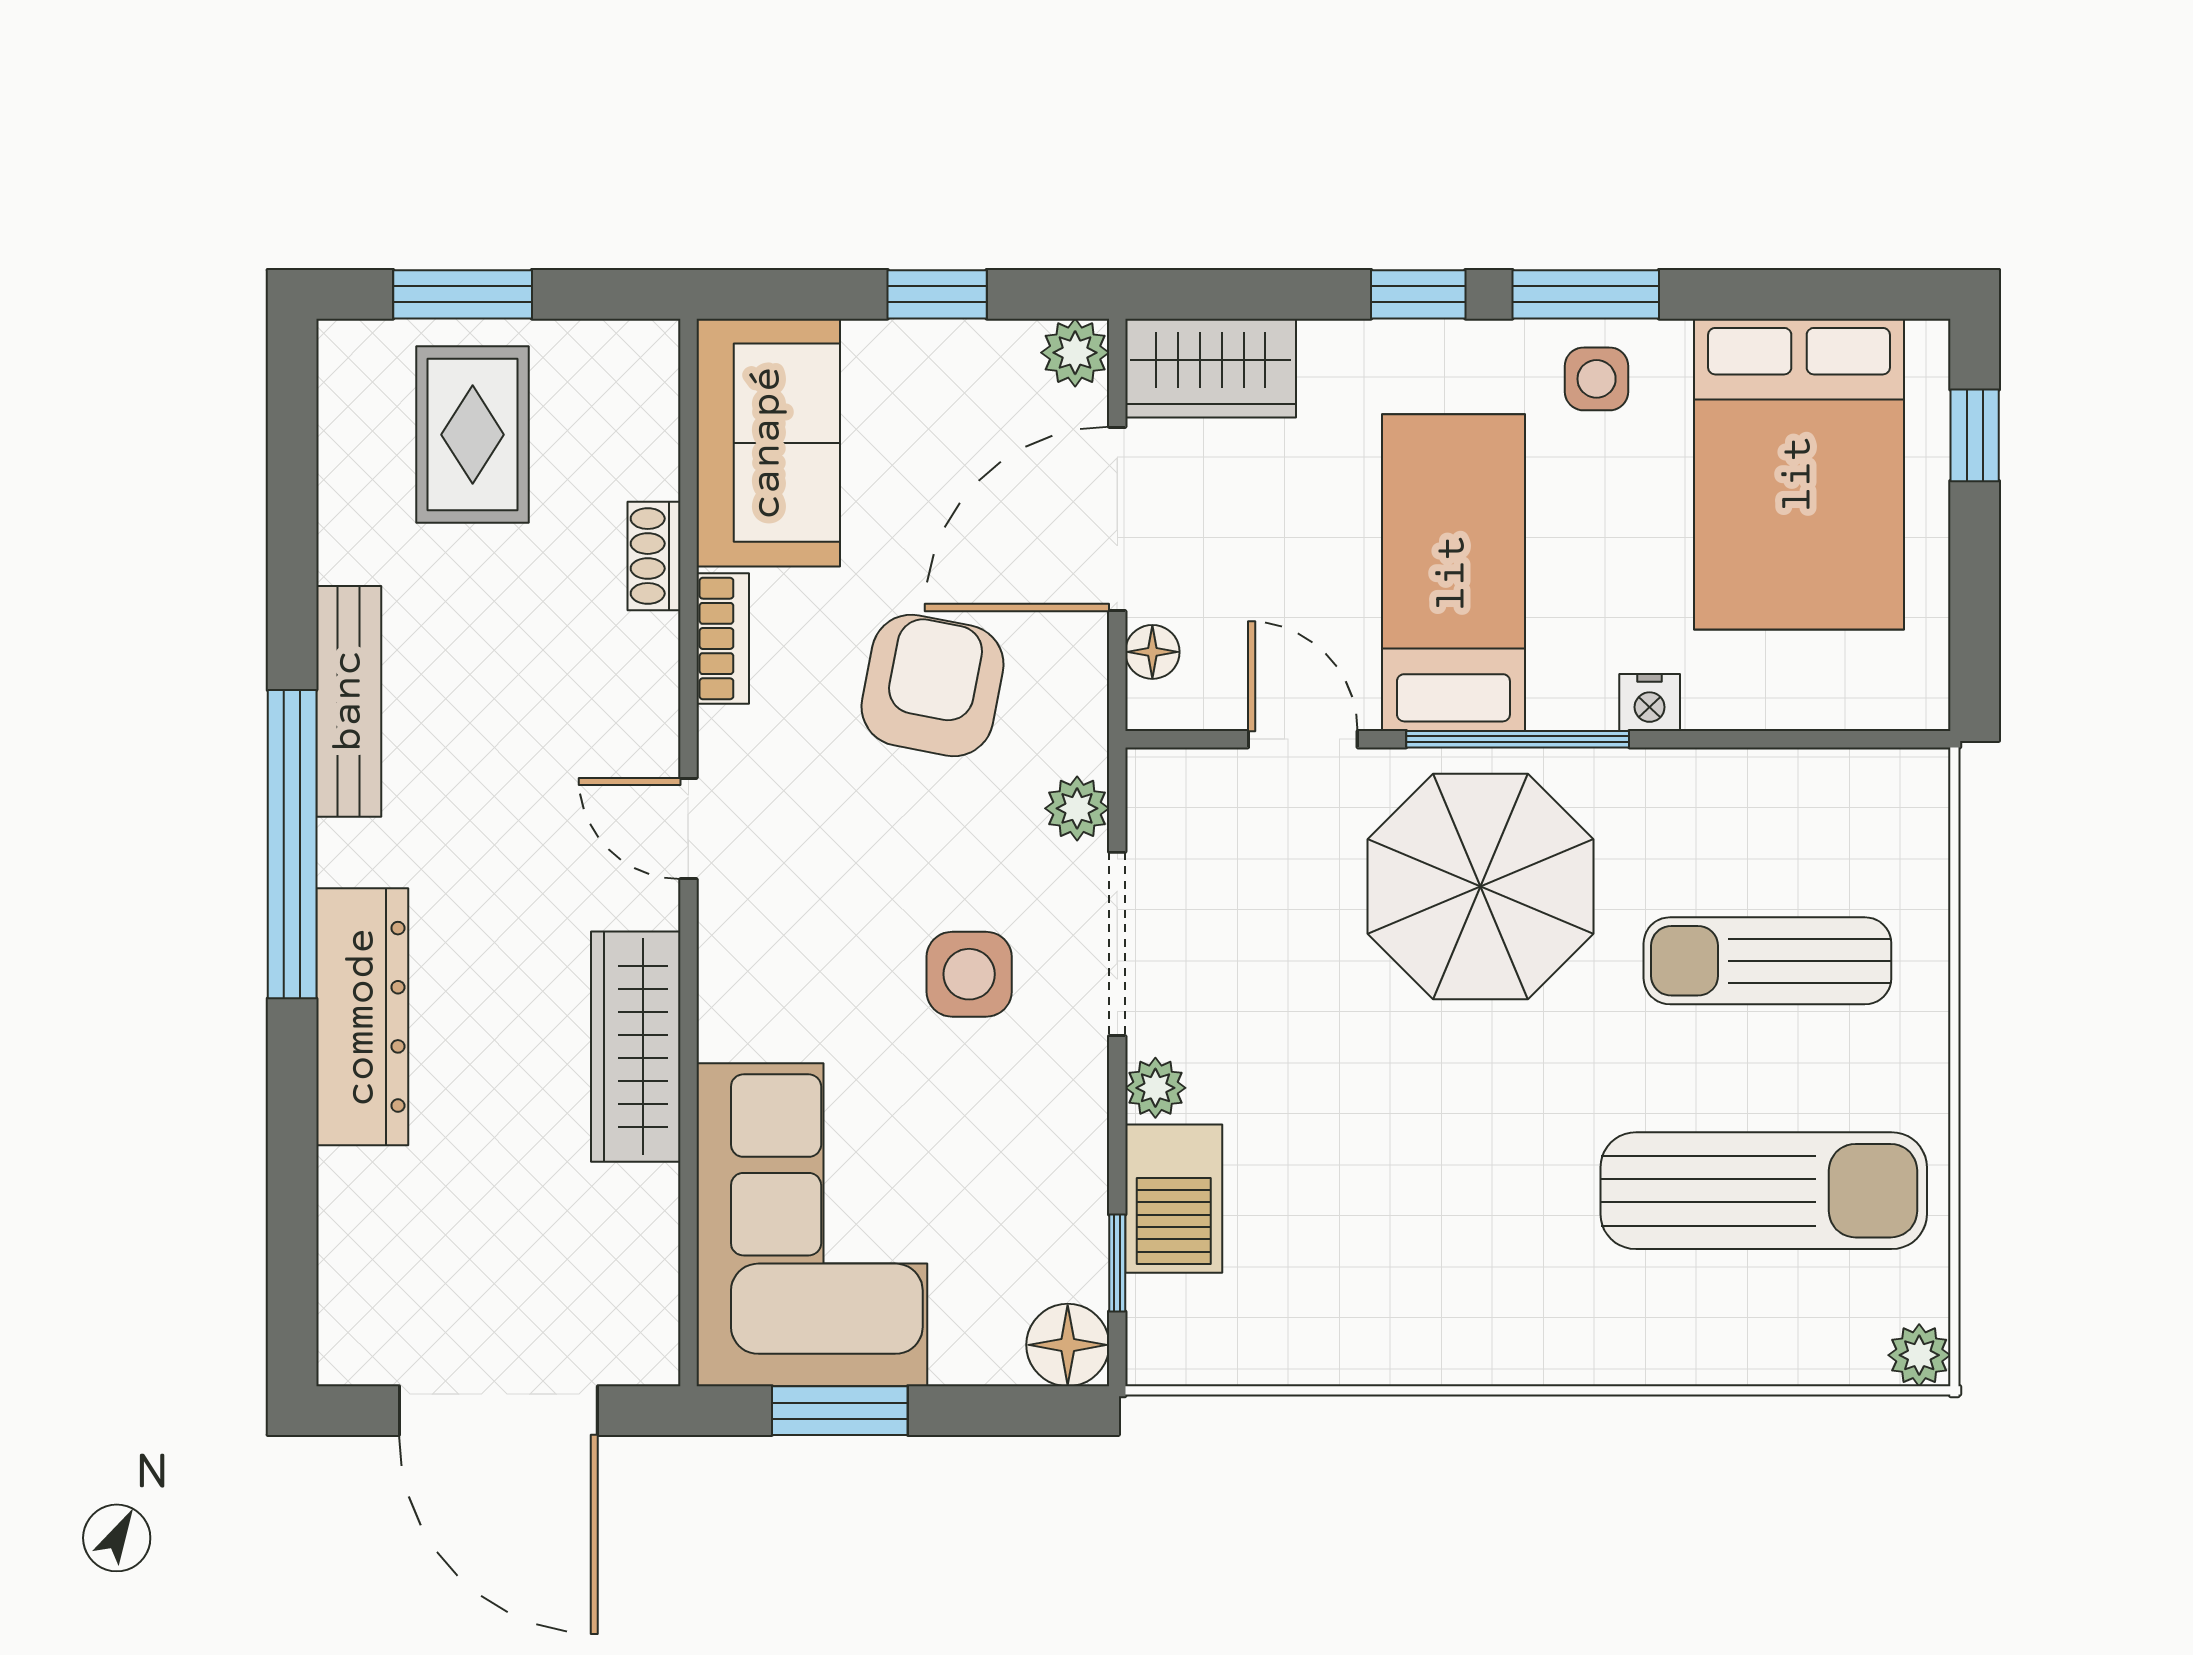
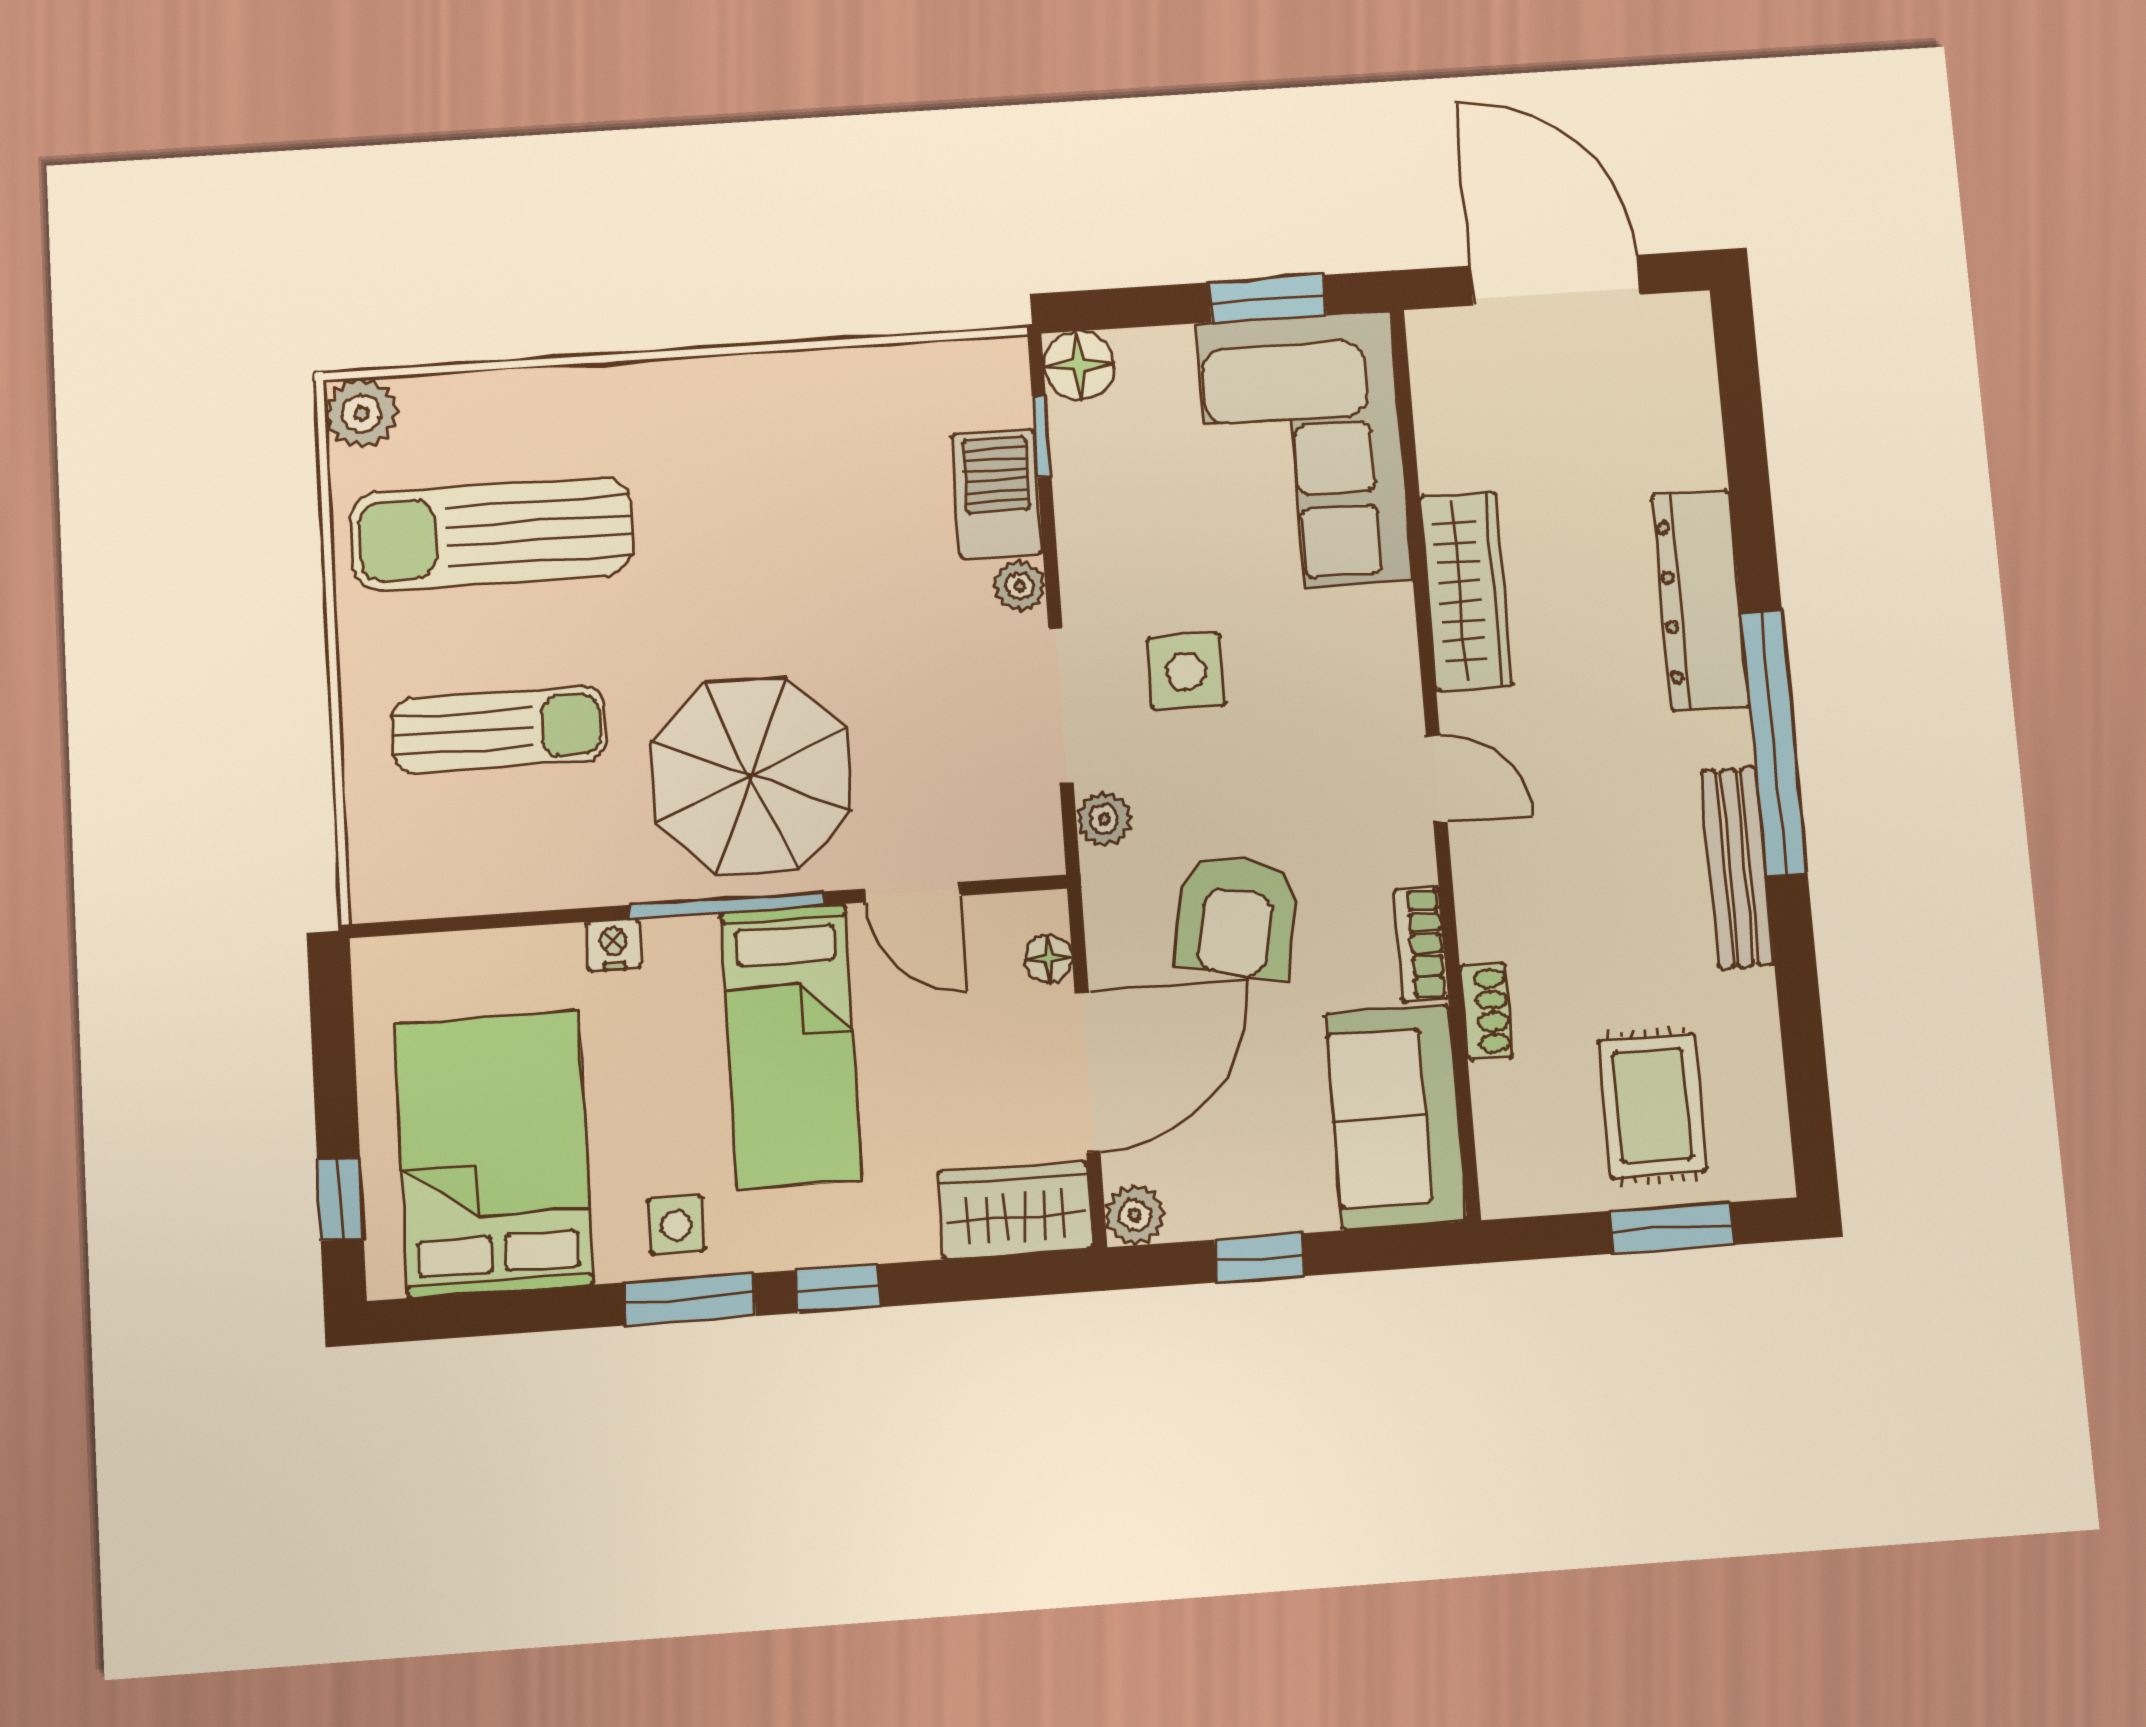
plant: (1919, 1355) -> (361, 413), width x1.38, depth x1.38

